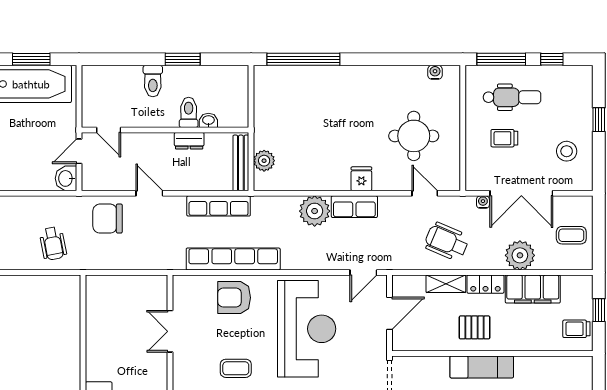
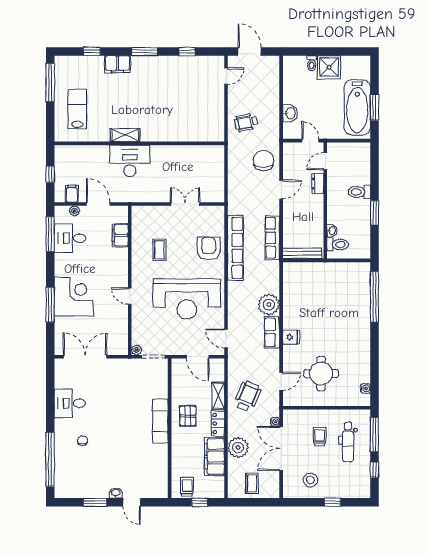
toilet: (189, 112) -> (337, 244), moved
dresser: (189, 141) -> (318, 184), moved
plant: (264, 161) -> (304, 269), removed
washbasin: (66, 178) -> (290, 113), moved, turned 90

